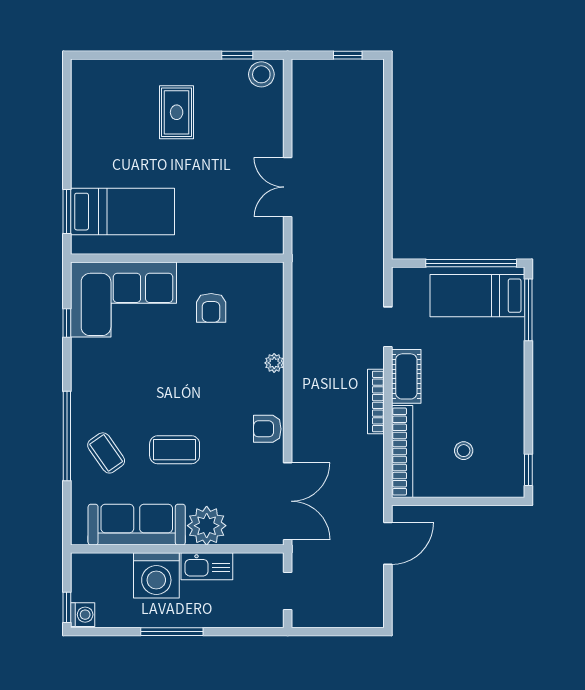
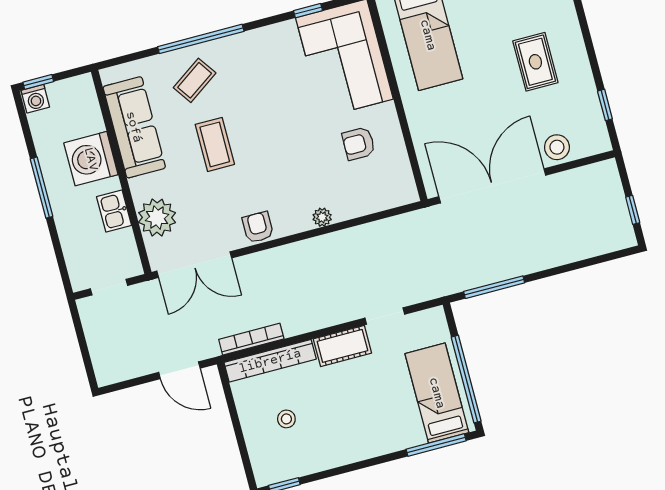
stool: (261, 74) -> (557, 147), moved
rug: (177, 112) -> (535, 62), turned 90
double door: (288, 187) -> (492, 186), width x1.87
window: (388, 212) -> (494, 287), added
bookcase: (376, 401) -> (251, 339), moved
plant: (207, 526) -> (157, 218), moved
kitchen sink: (207, 566) -> (114, 211), width x0.73

